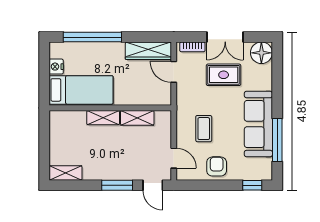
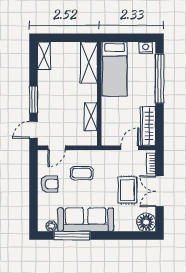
nightstand: (56, 67) -> (146, 48), moved
shelving: (103, 118) -> (89, 62), moved, width x1.50, depth x1.33
plant: (266, 164) -> (51, 226), added
window: (252, 185) -> (34, 214), removed

